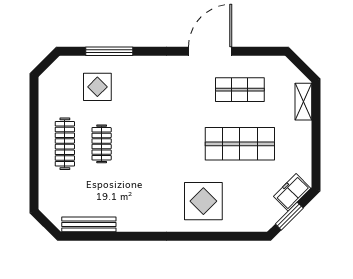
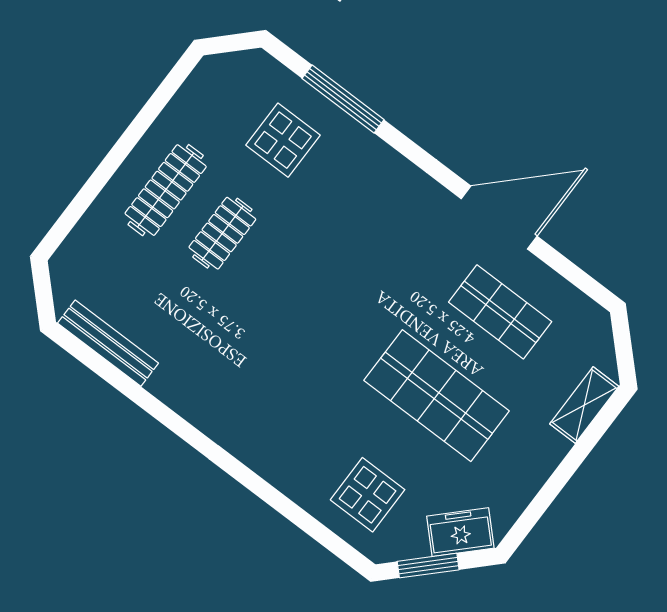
display table: (203, 201) -> (368, 495), moved, width x0.73, depth x0.73

